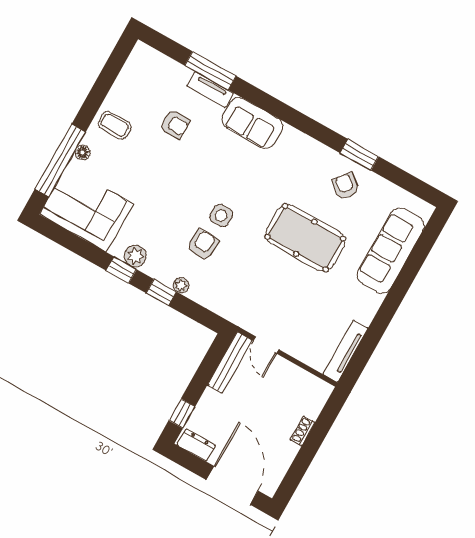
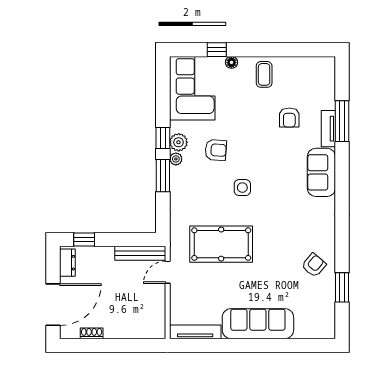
window: (359, 155) -> (342, 287), moved
window: (60, 160) -> (217, 50), width x0.32
pool table: (305, 238) -> (221, 244), moved, turned 90
armchair: (203, 244) -> (216, 150), moved
sofa: (391, 251) -> (258, 324), moved
plant: (181, 285) -> (176, 159), moved
window: (161, 292) -> (163, 176), width x1.50
shoe rack: (303, 431) -> (92, 333), moved

